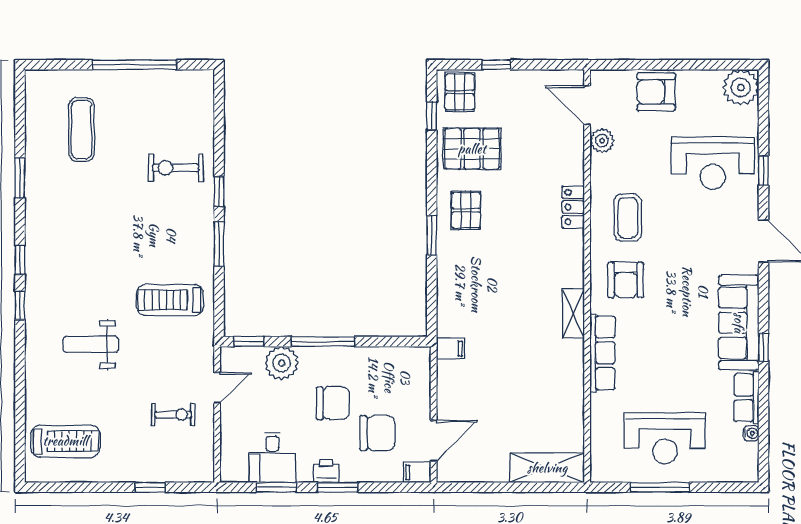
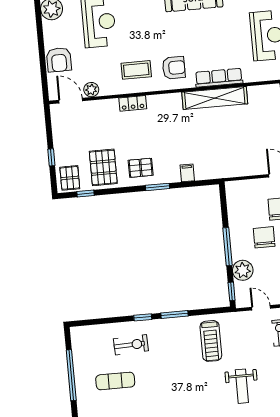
pallet: (460, 92) -> (70, 178), turned 90
door: (587, 105) -> (71, 101), swing flipped
exercise mat: (82, 129) -> (115, 381), moved
exercise bike: (176, 168) -> (131, 345), turned -92
shelving: (573, 314) -> (215, 98), width x2.20, depth x1.33
filing cabinet: (450, 349) -> (187, 173), moved

